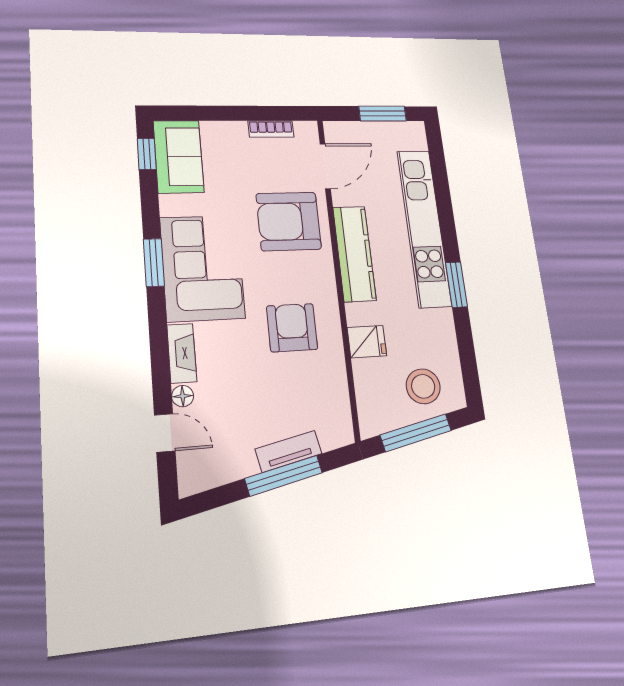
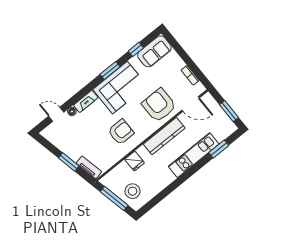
window: (147, 154) -> (136, 49), moved
kitchen unit: (424, 228) -> (194, 155), width x0.73
window: (456, 285) -> (219, 149), moved
door: (165, 433) -> (56, 114), swing flipped
tv unit: (289, 451) -> (89, 167), moved
window: (284, 476) -> (69, 162), width x0.69

